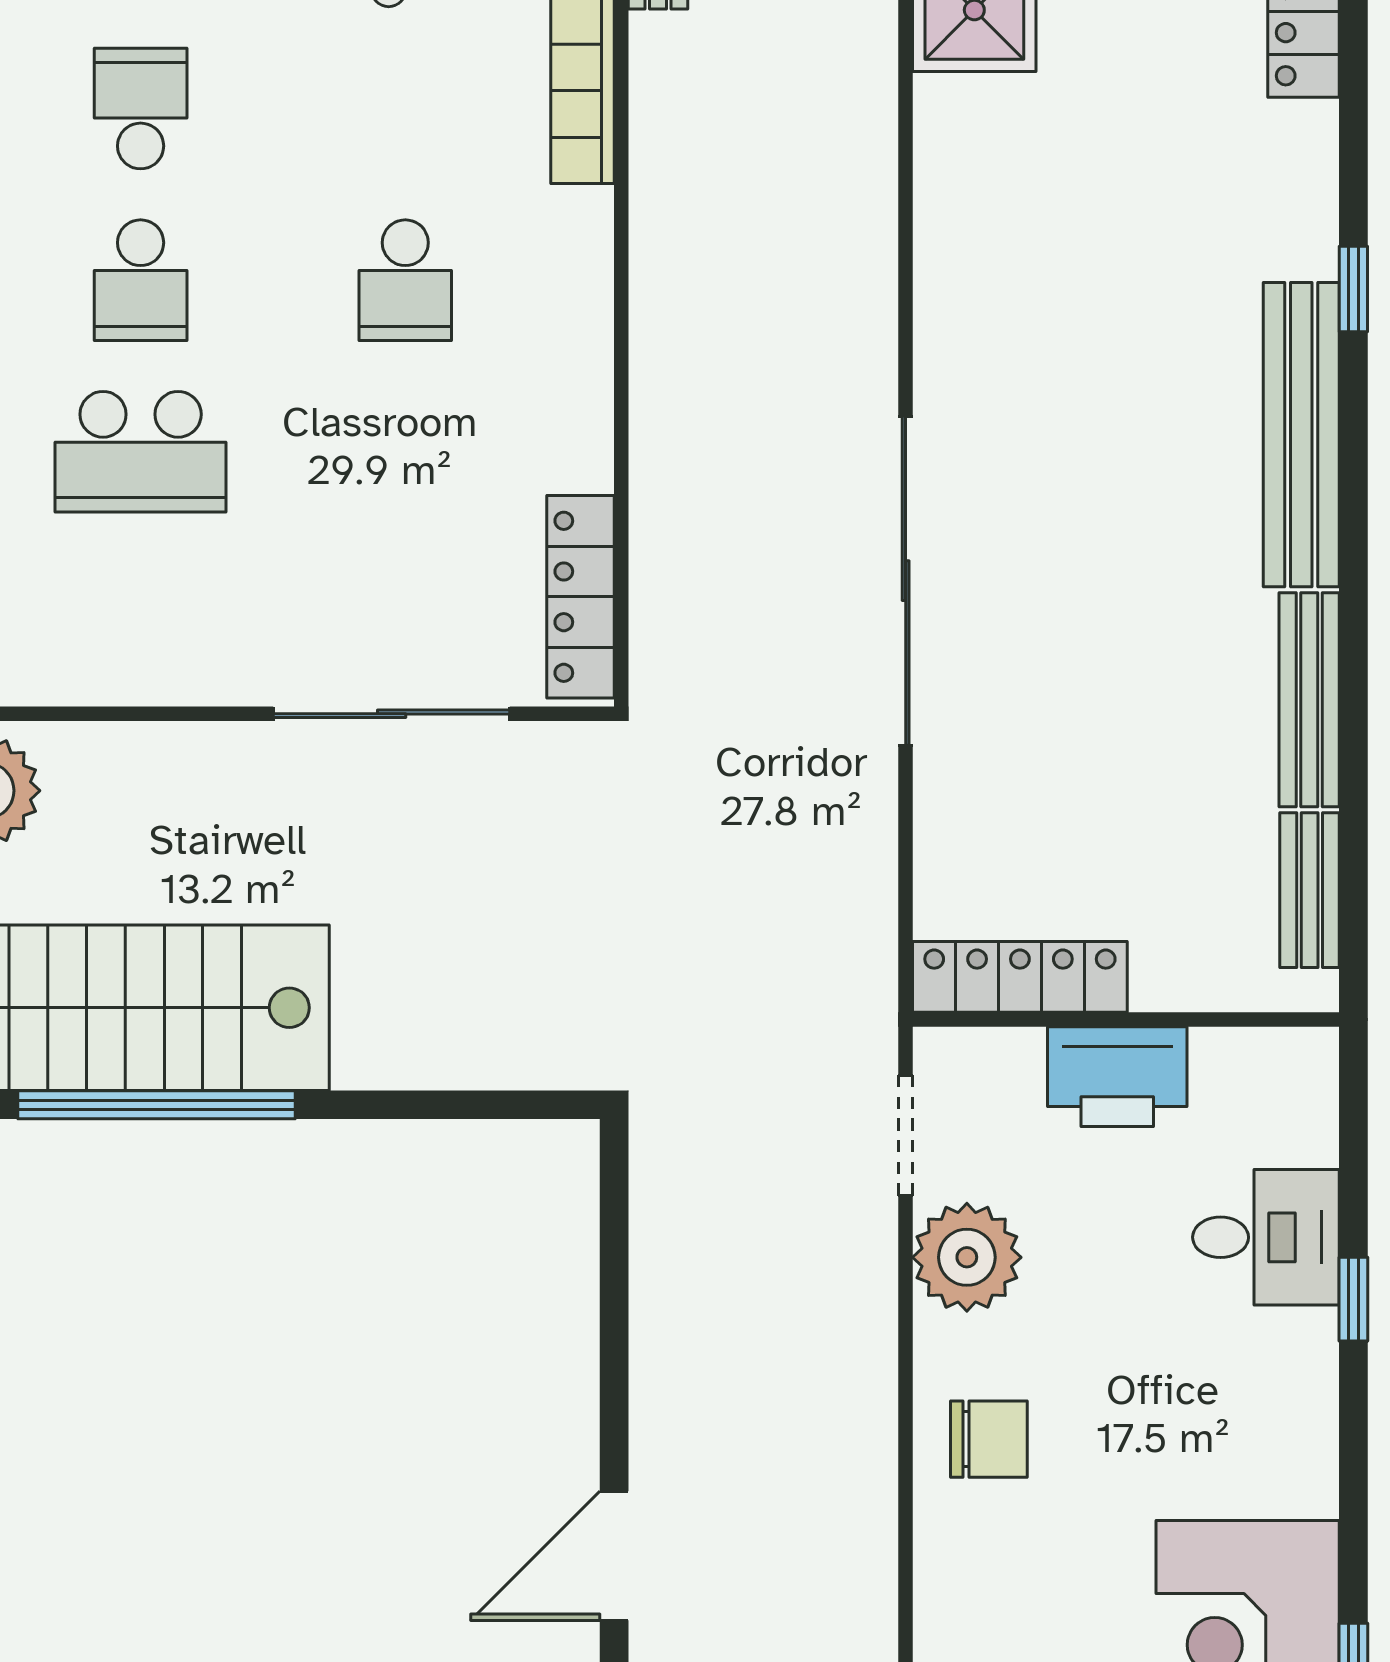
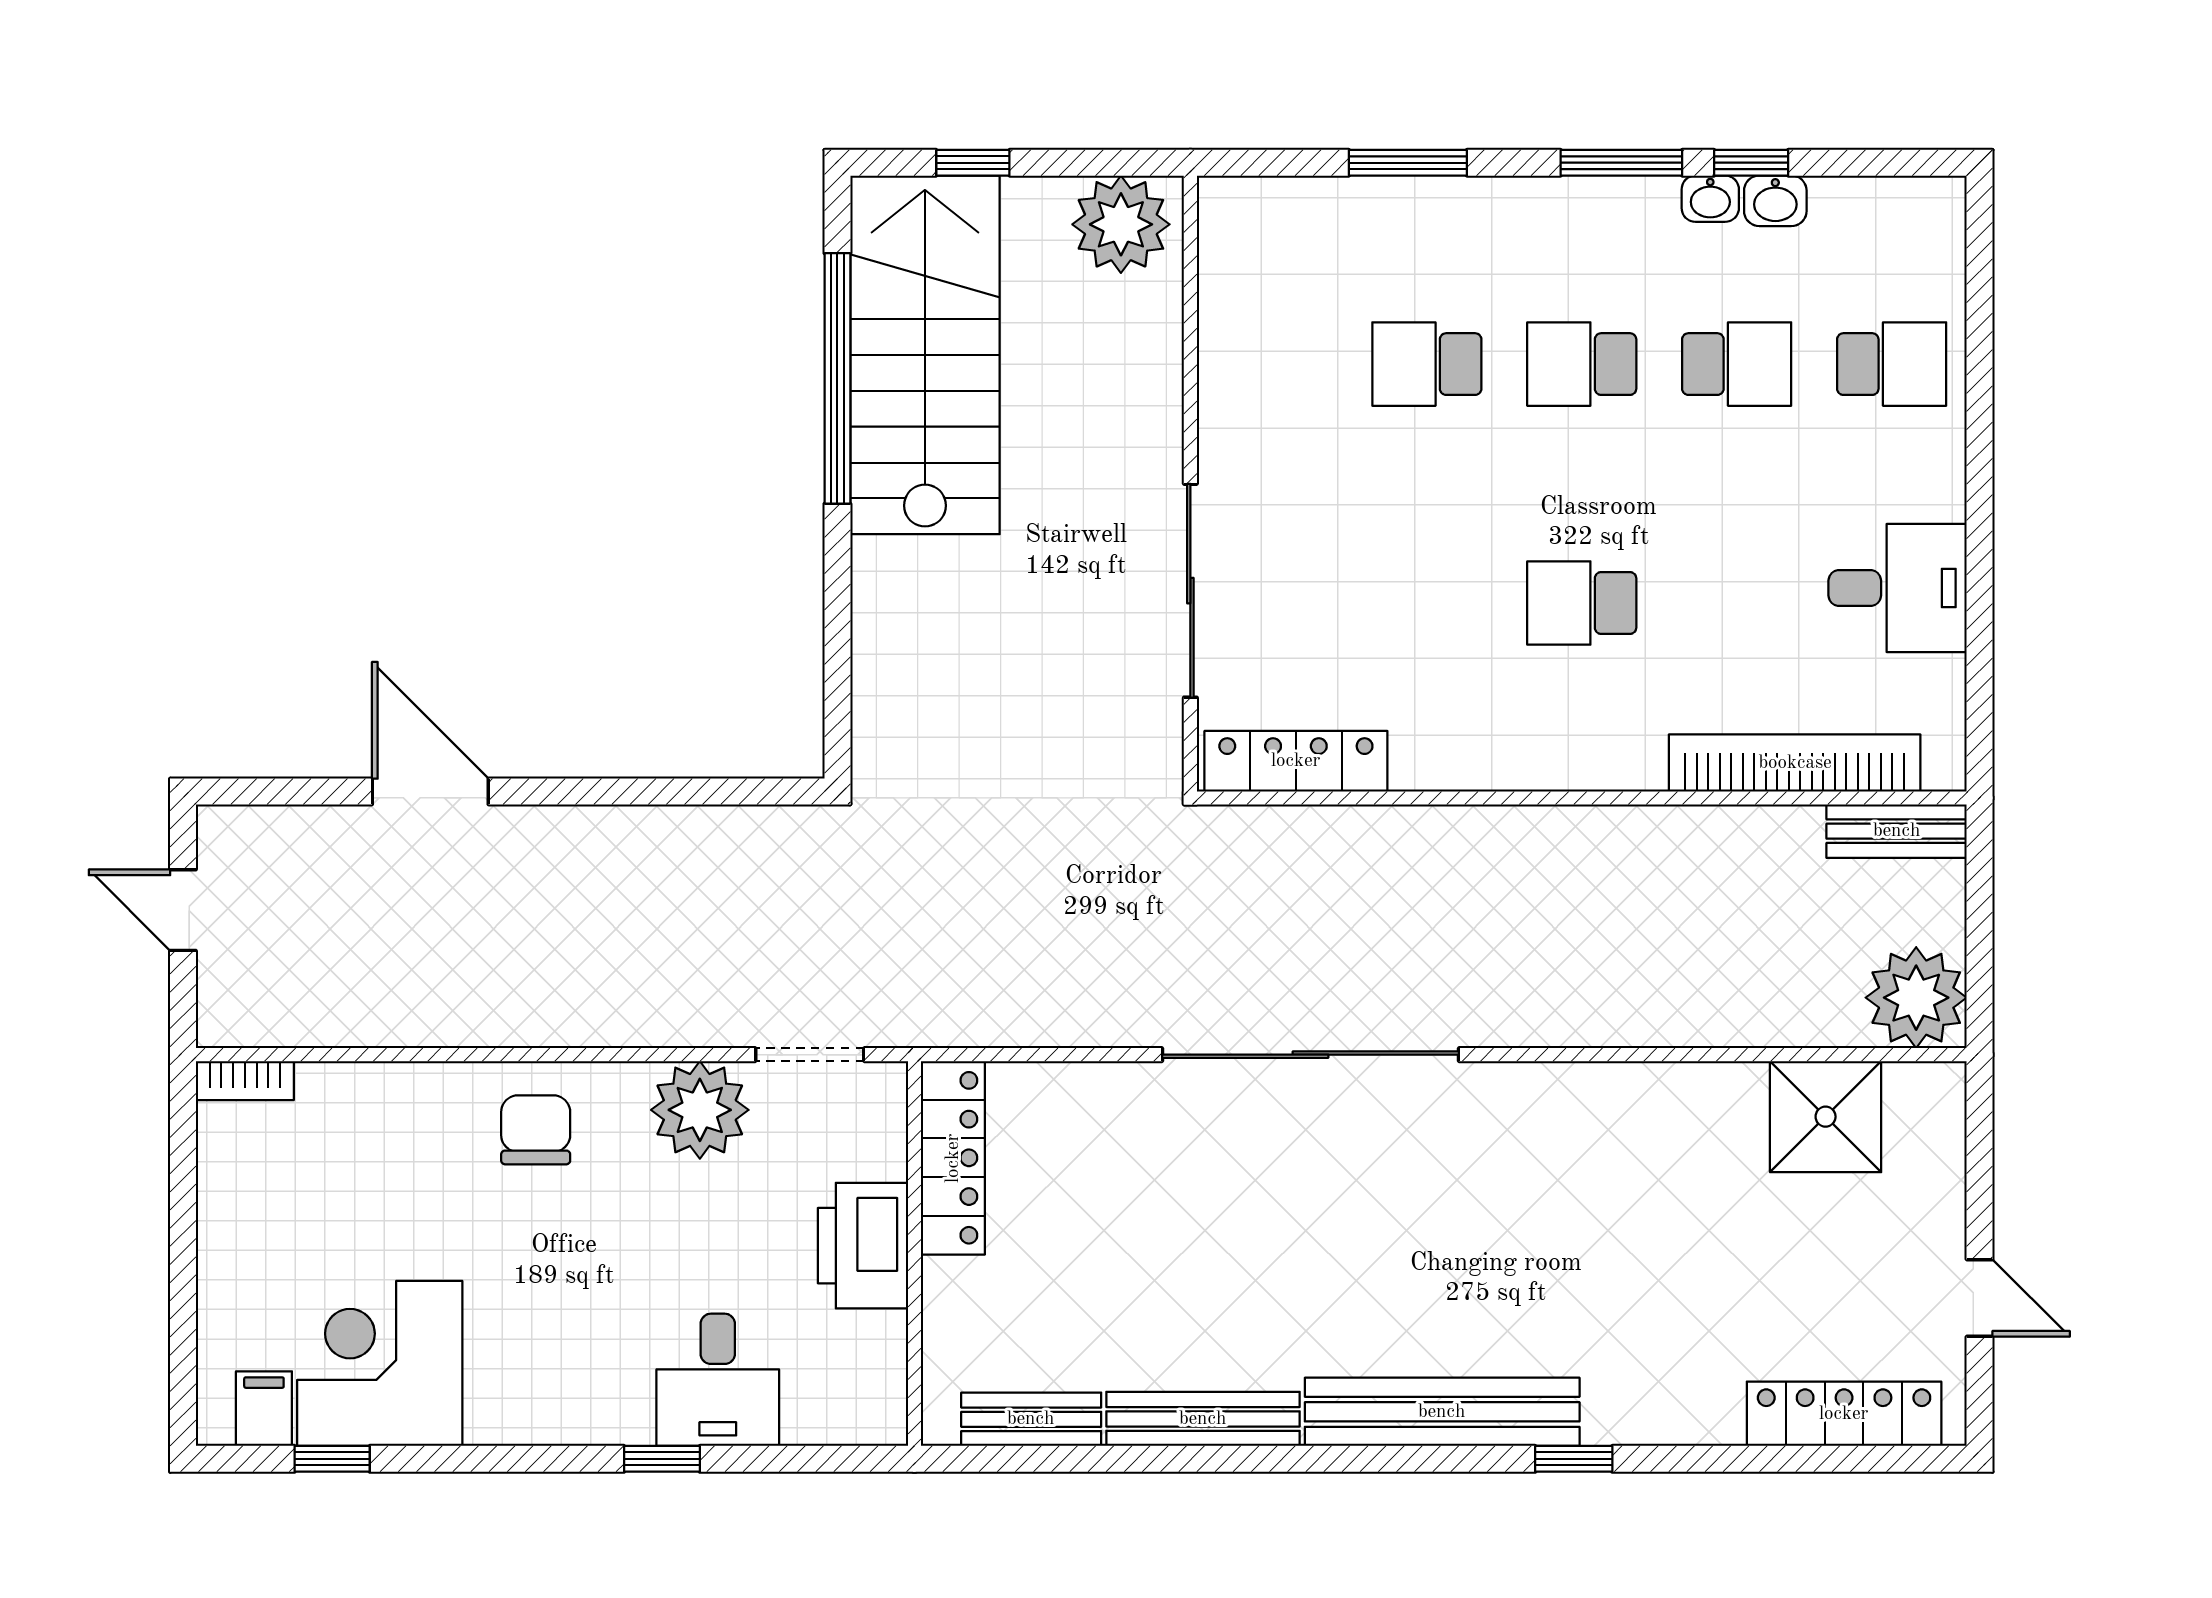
school desk: (141, 452) -> (1427, 364), width x0.54
chair: (989, 1439) -> (536, 1130), turned 180

